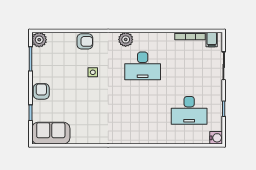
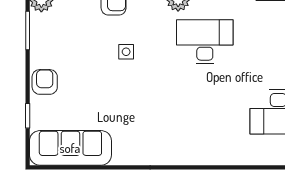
desk: (143, 66) -> (205, 42), turned 180
sofa: (51, 133) -> (70, 148), width x1.36

